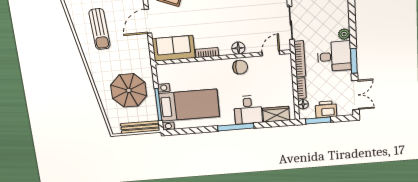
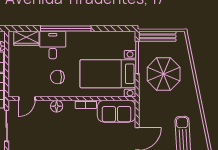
chair: (240, 67) -> (57, 77), moved
bed with nightstands: (189, 105) -> (108, 74), moved
window: (236, 127) -> (66, 28), width x1.46

